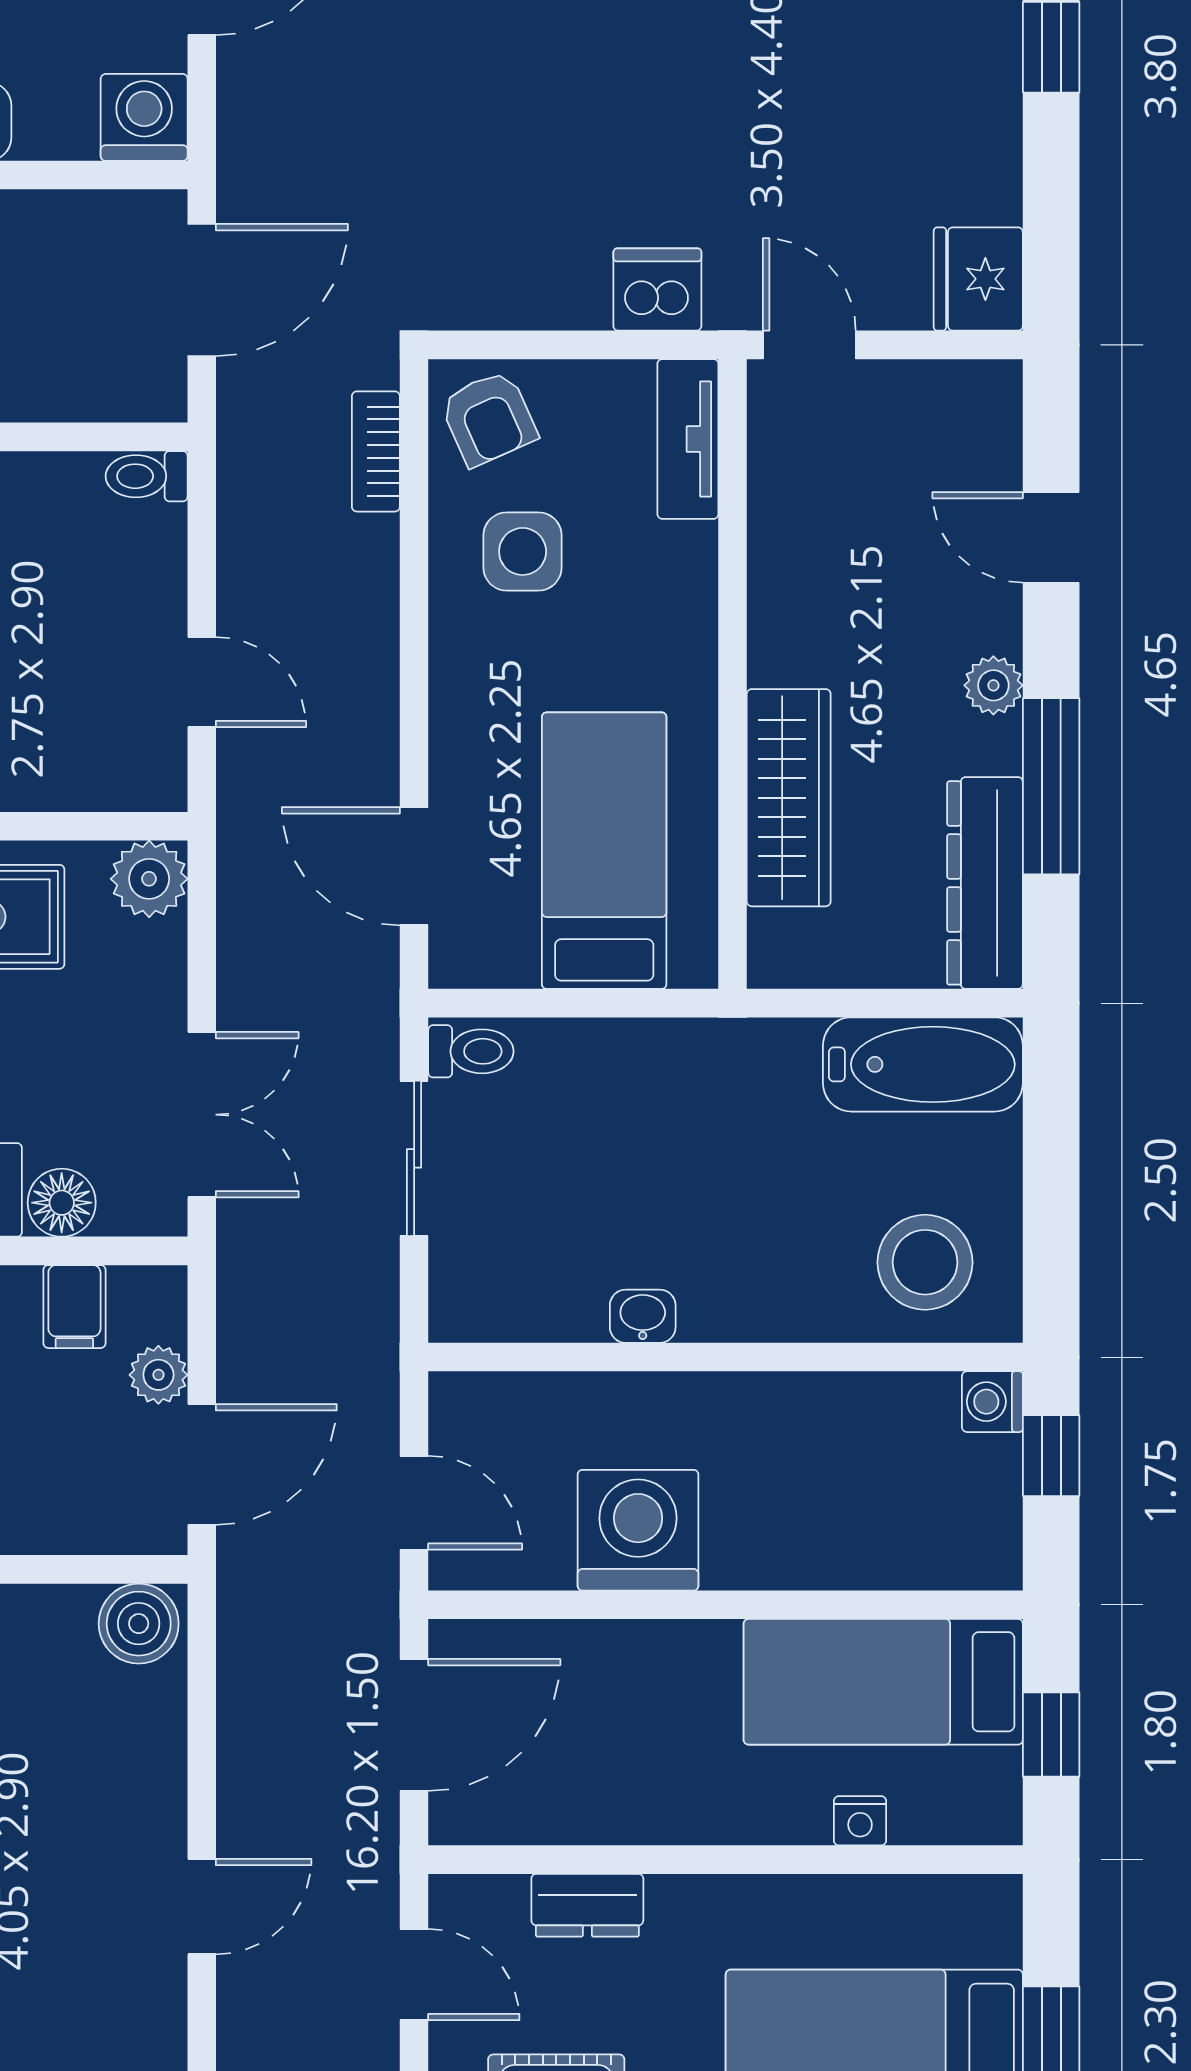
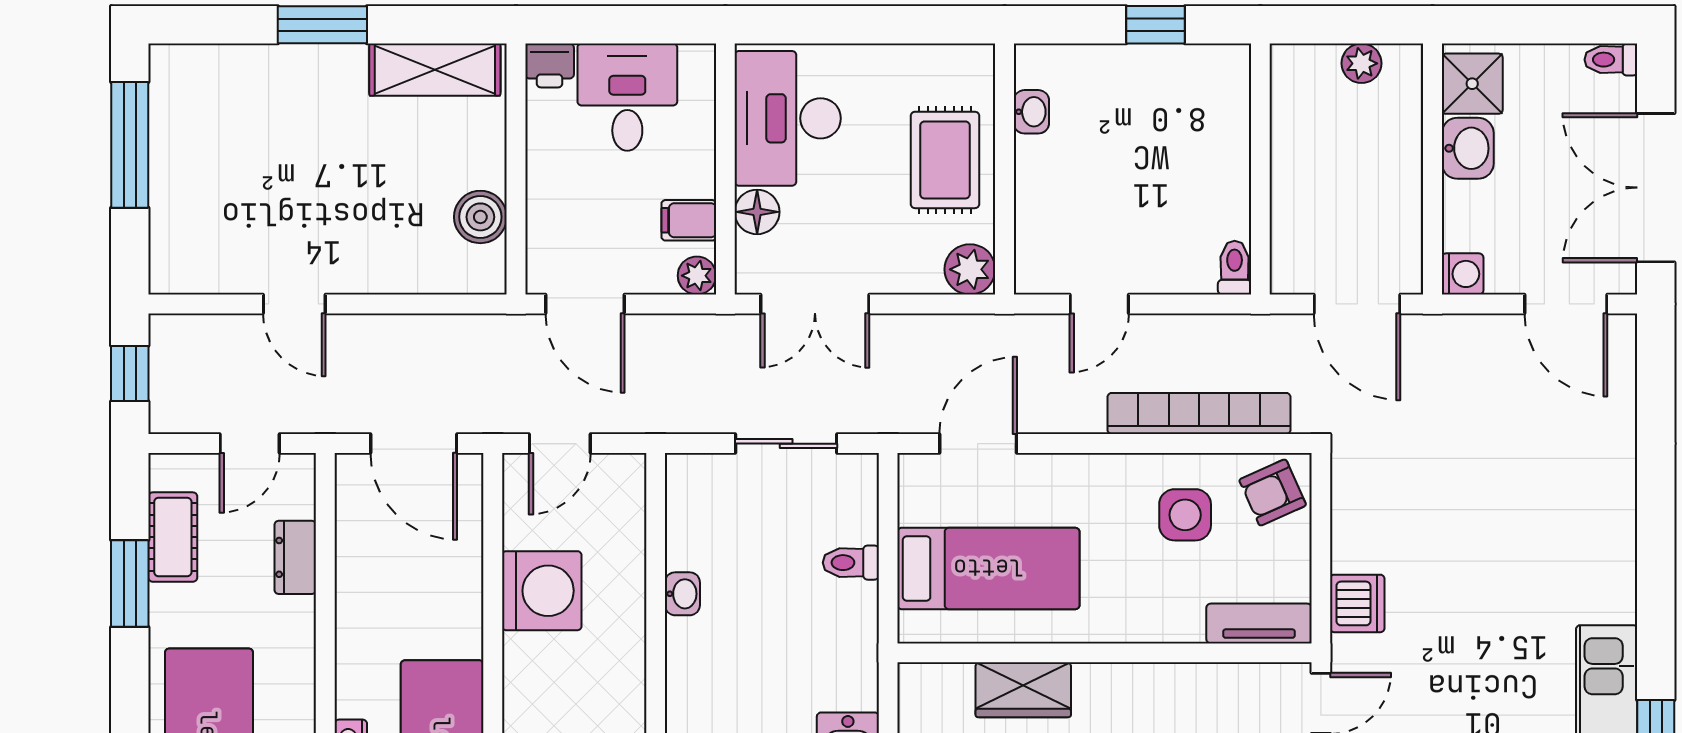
washing machine: (144, 117) -> (1463, 274), width x0.73, depth x0.73
bookcase: (376, 451) -> (1199, 413), width x2.31, depth x1.31
wardrobe: (789, 798) -> (1023, 690), width x0.67
toilet: (471, 1051) -> (851, 563), moved, turned 90
plant: (158, 1375) -> (697, 276), moved
boiler: (139, 1624) -> (480, 217), moved

